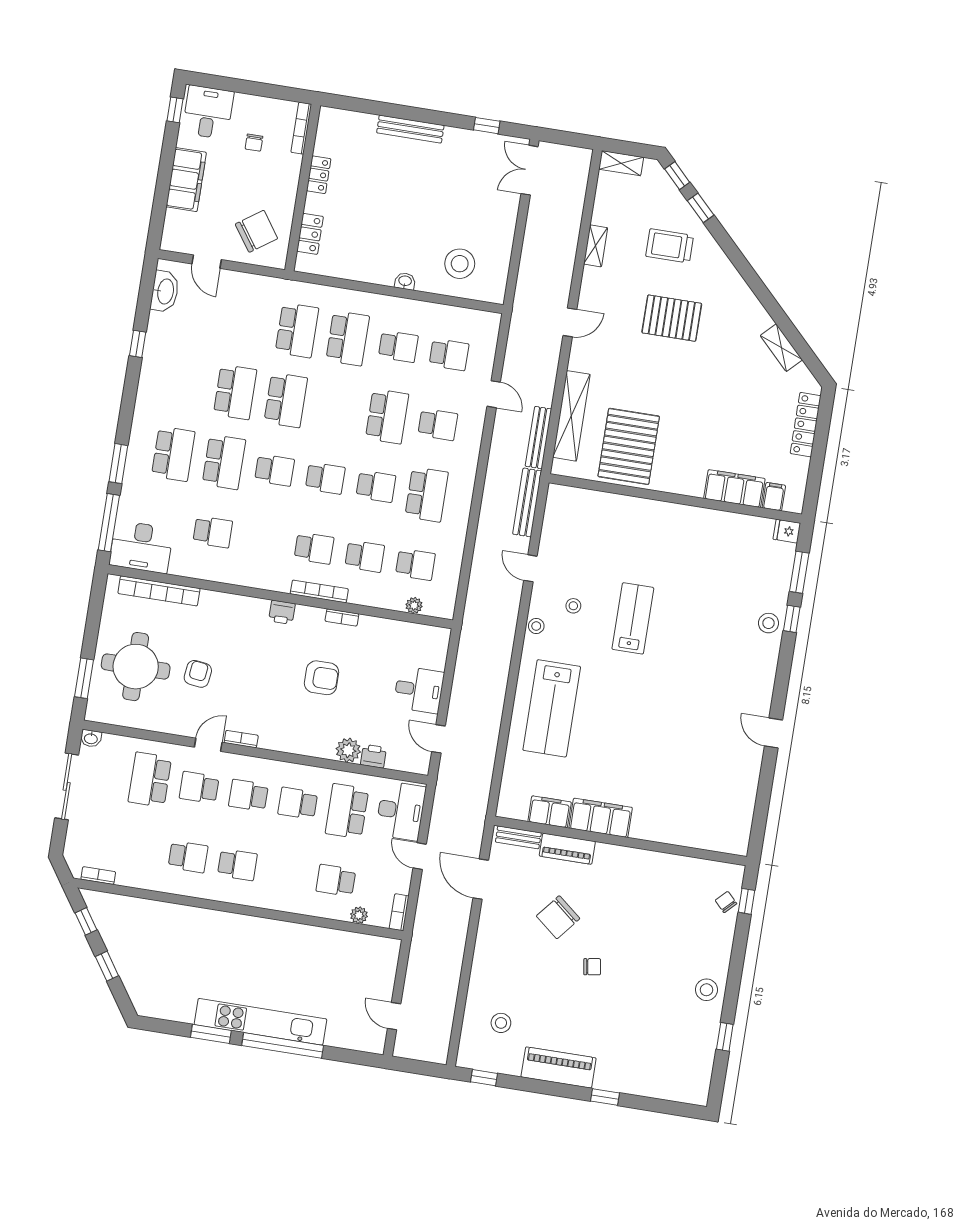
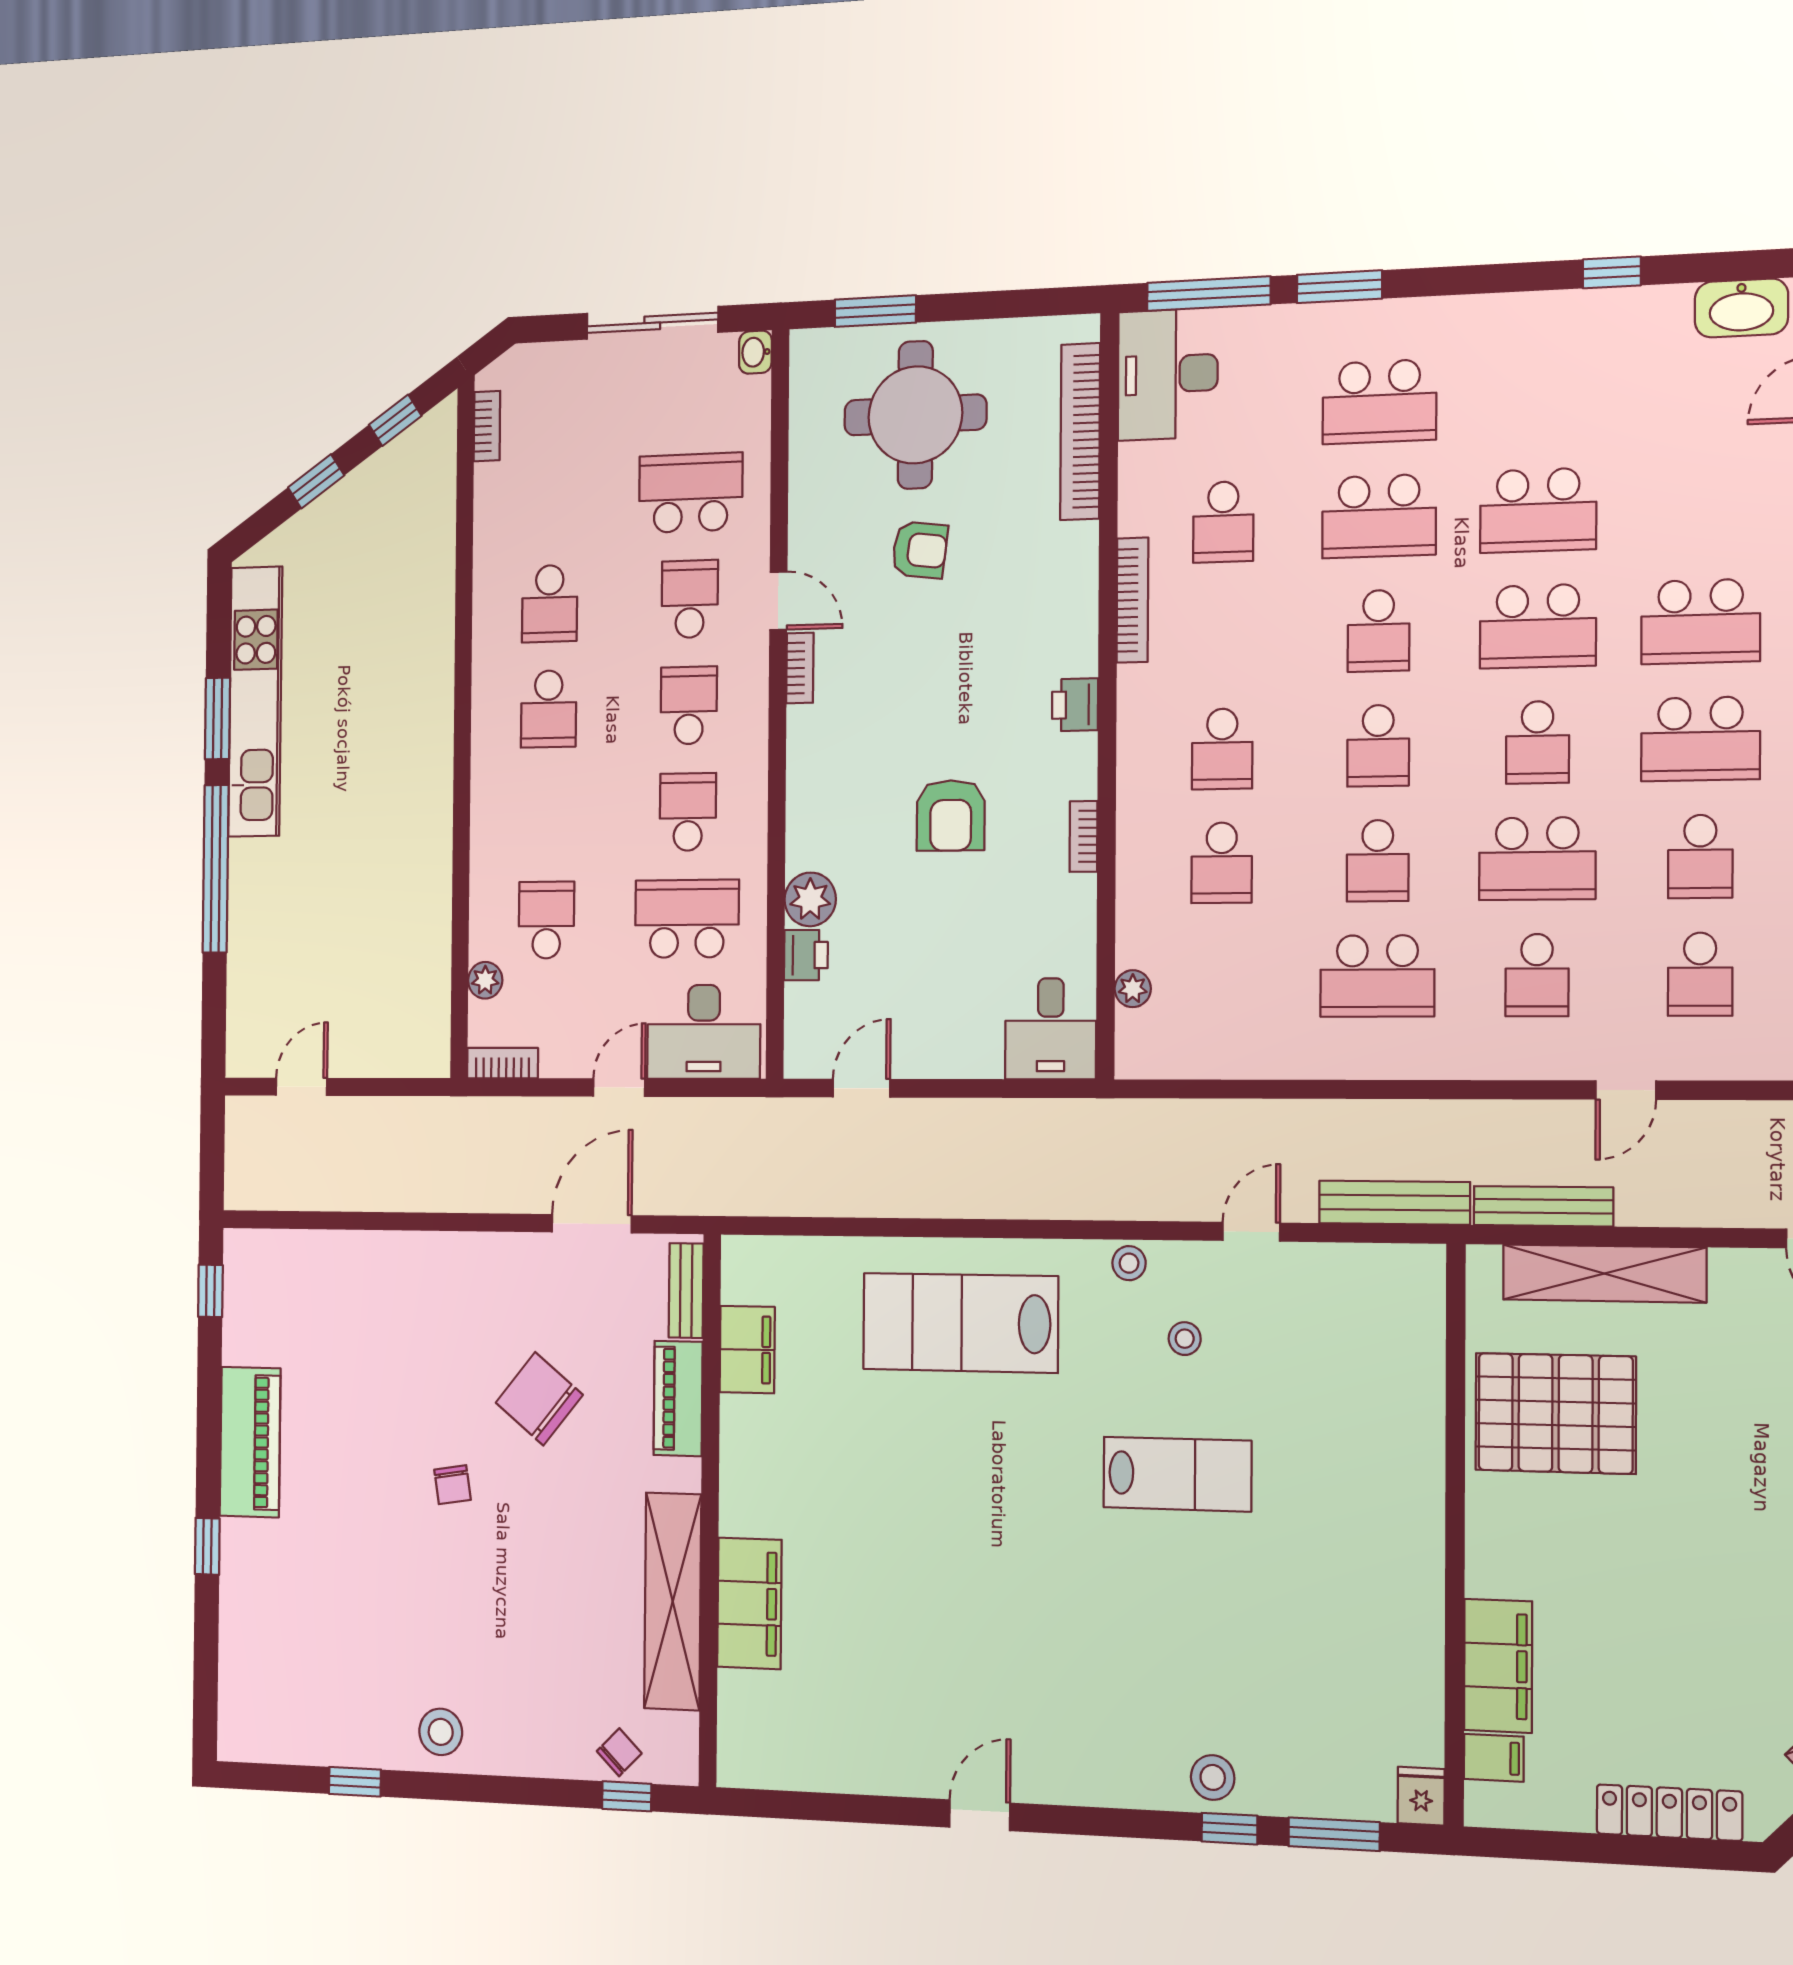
school desk: (415, 564) -> (1538, 742), moved
bookcase: (319, 591) -> (1132, 600), moved
desk: (419, 690) -> (1051, 1029), moved
filing cabinet: (601, 818) -> (749, 1603), moved
shelving: (660, 865) -> (673, 1601), added
kitchen unit: (260, 1022) -> (255, 702), moved
stool: (501, 1023) -> (319, 1310), removed

